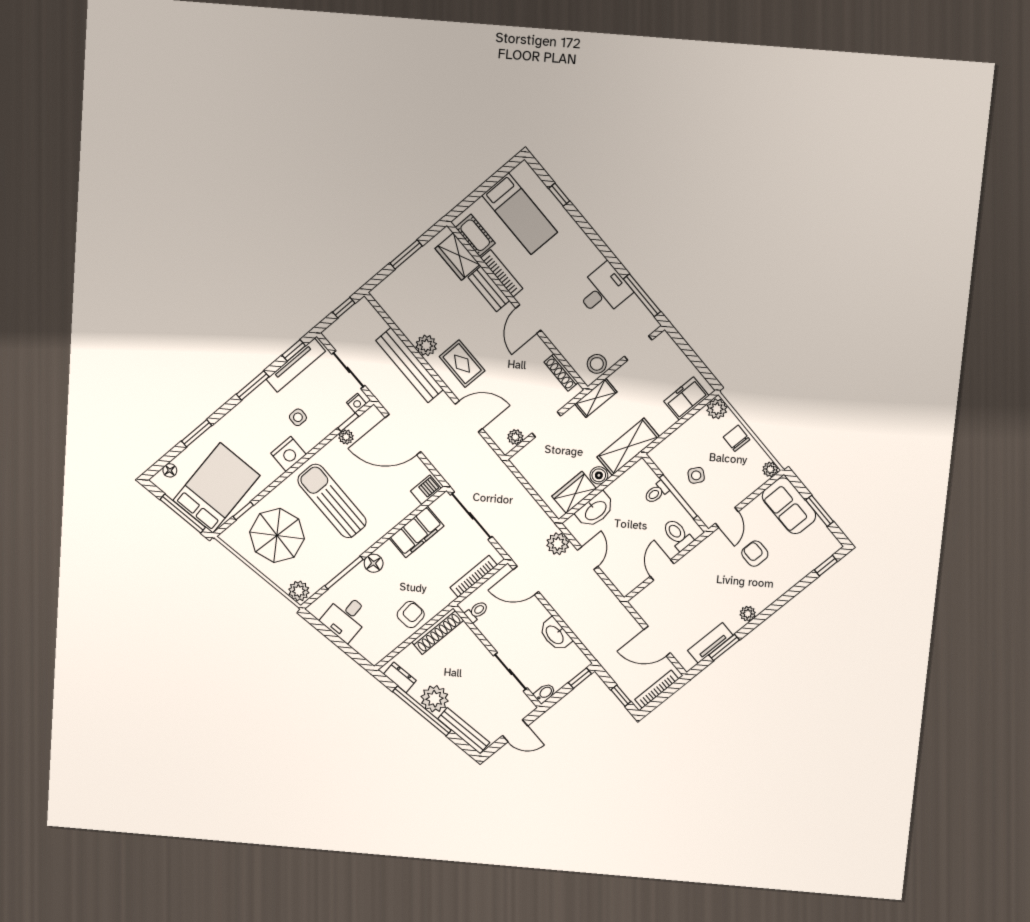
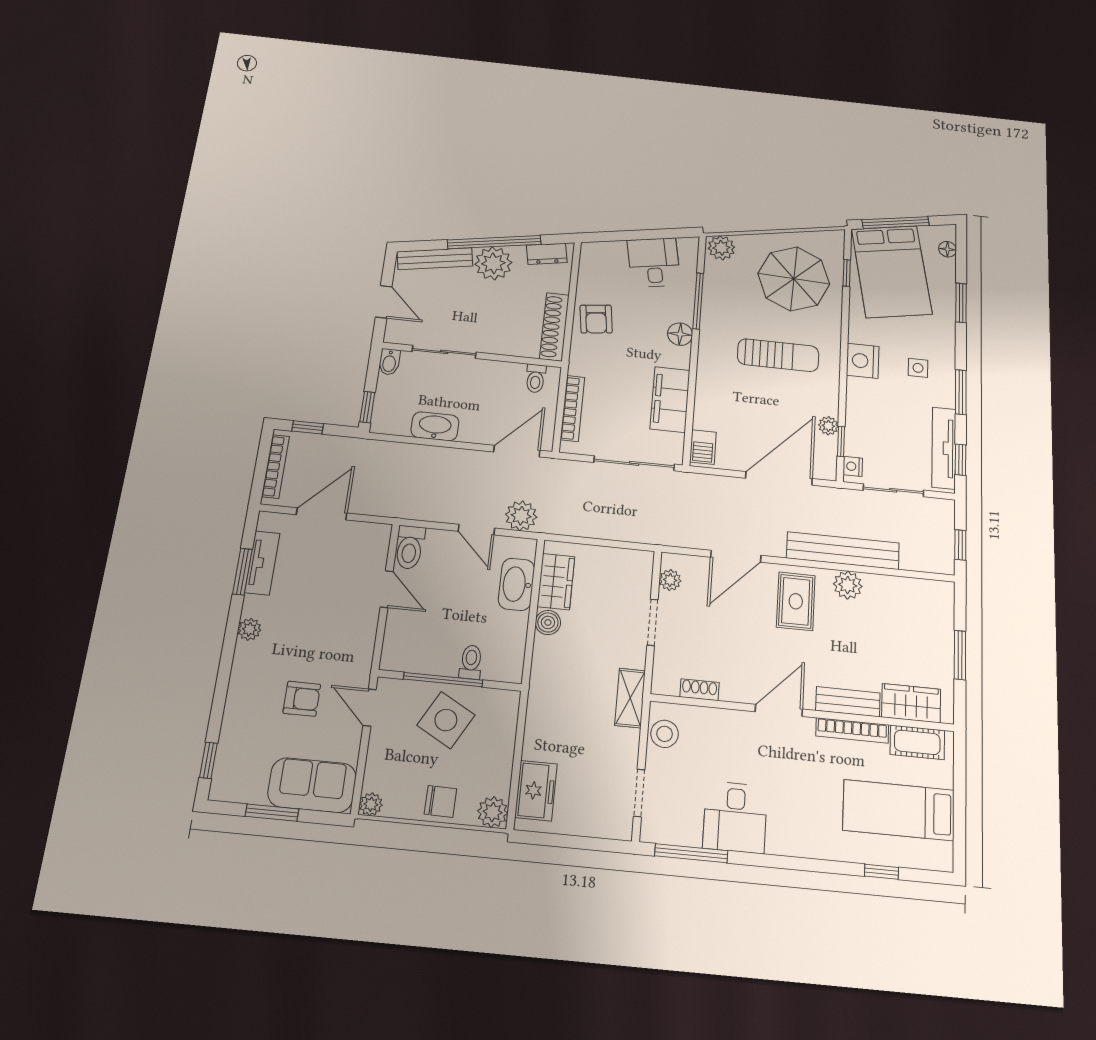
door: (528, 319) -> (779, 710), hinge flipped
rug: (462, 364) -> (796, 601), turned 90
shoe rack: (561, 372) -> (699, 690), width x0.70
side table: (298, 417) -> (918, 368), moved
shelving: (628, 447) -> (547, 680), removed
side table: (696, 475) -> (446, 720), width x1.87, depth x1.87
sun lounger: (332, 501) -> (778, 355), width x0.73, depth x0.75
toilet: (678, 535) -> (410, 547), moved, turned 90
door: (515, 731) -> (384, 302), swing flipped

